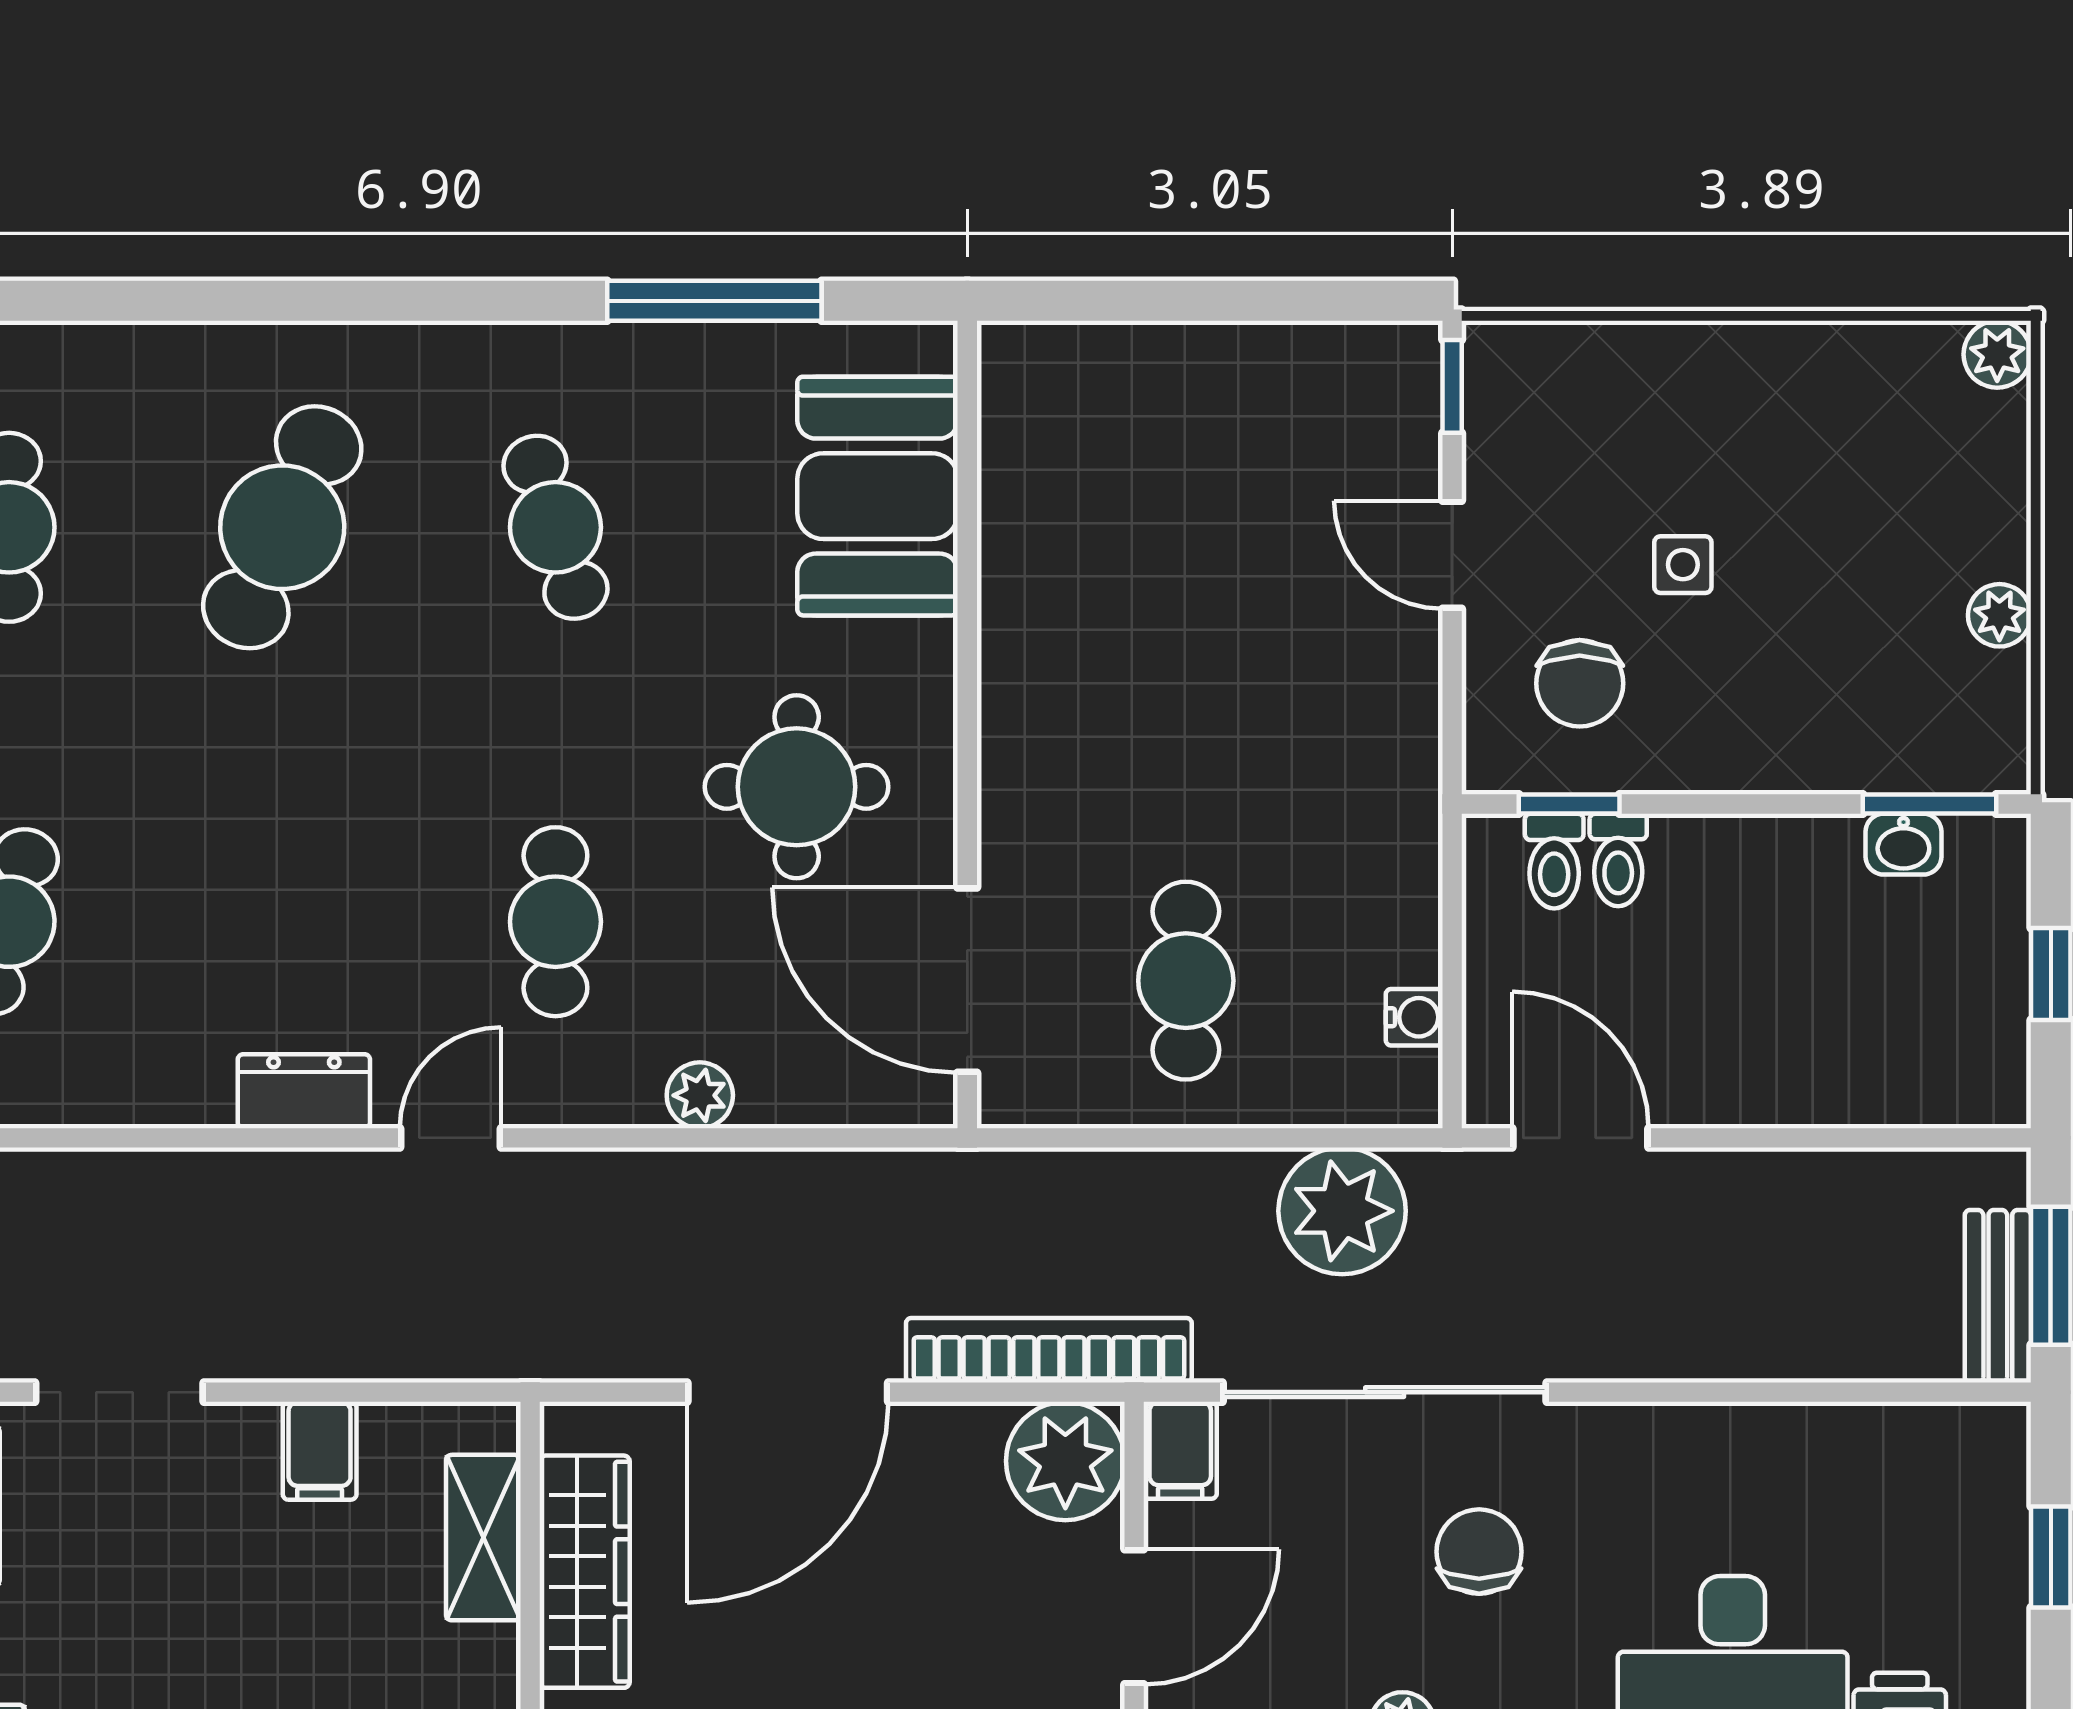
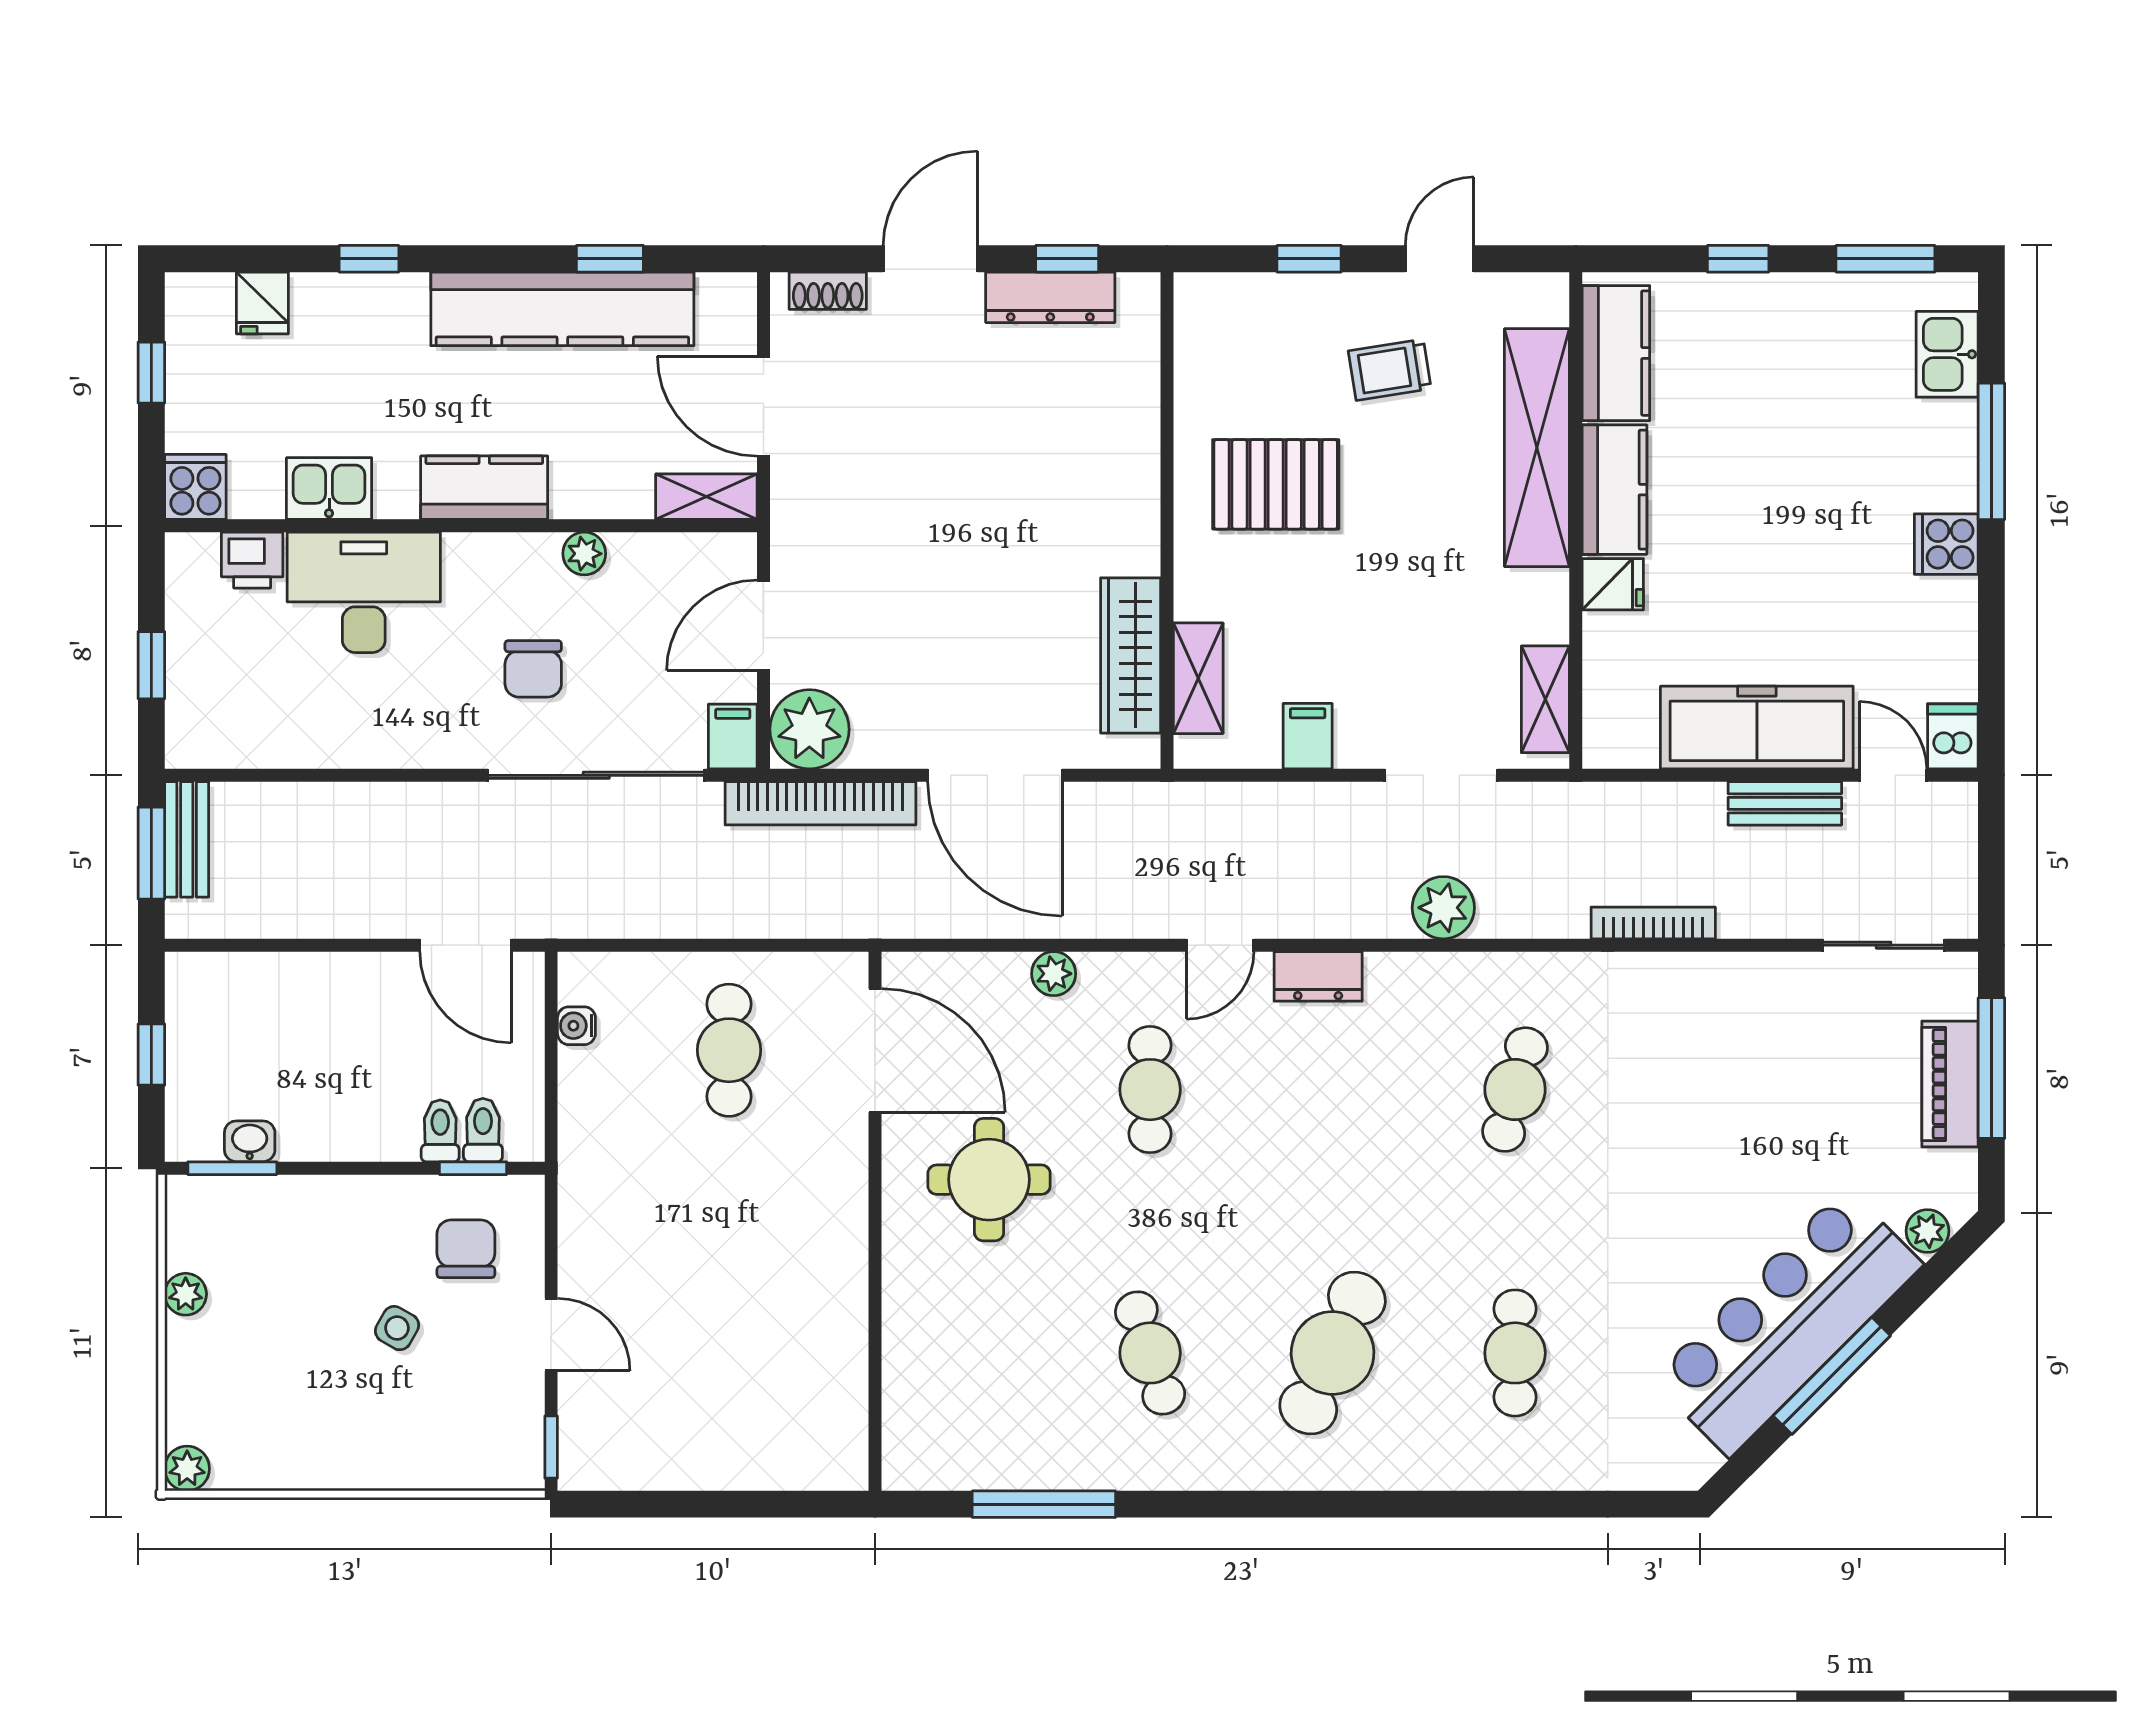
booth: (878, 496) -> (935, 1374), removed
side table: (1683, 565) -> (397, 1328), turned 30
plant: (1342, 1211) -> (1443, 908), moved, width x0.73, depth x0.73
door: (788, 1392) -> (995, 775), swing flipped

